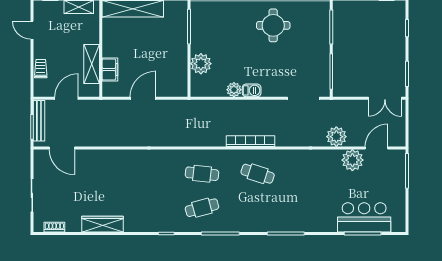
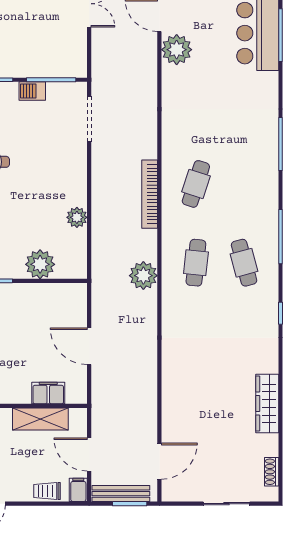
barbecue: (252, 90) -> (32, 91), moved, turned -90
filing cabinet: (42, 91) -> (78, 490), added
plant: (336, 137) -> (143, 276), moved

